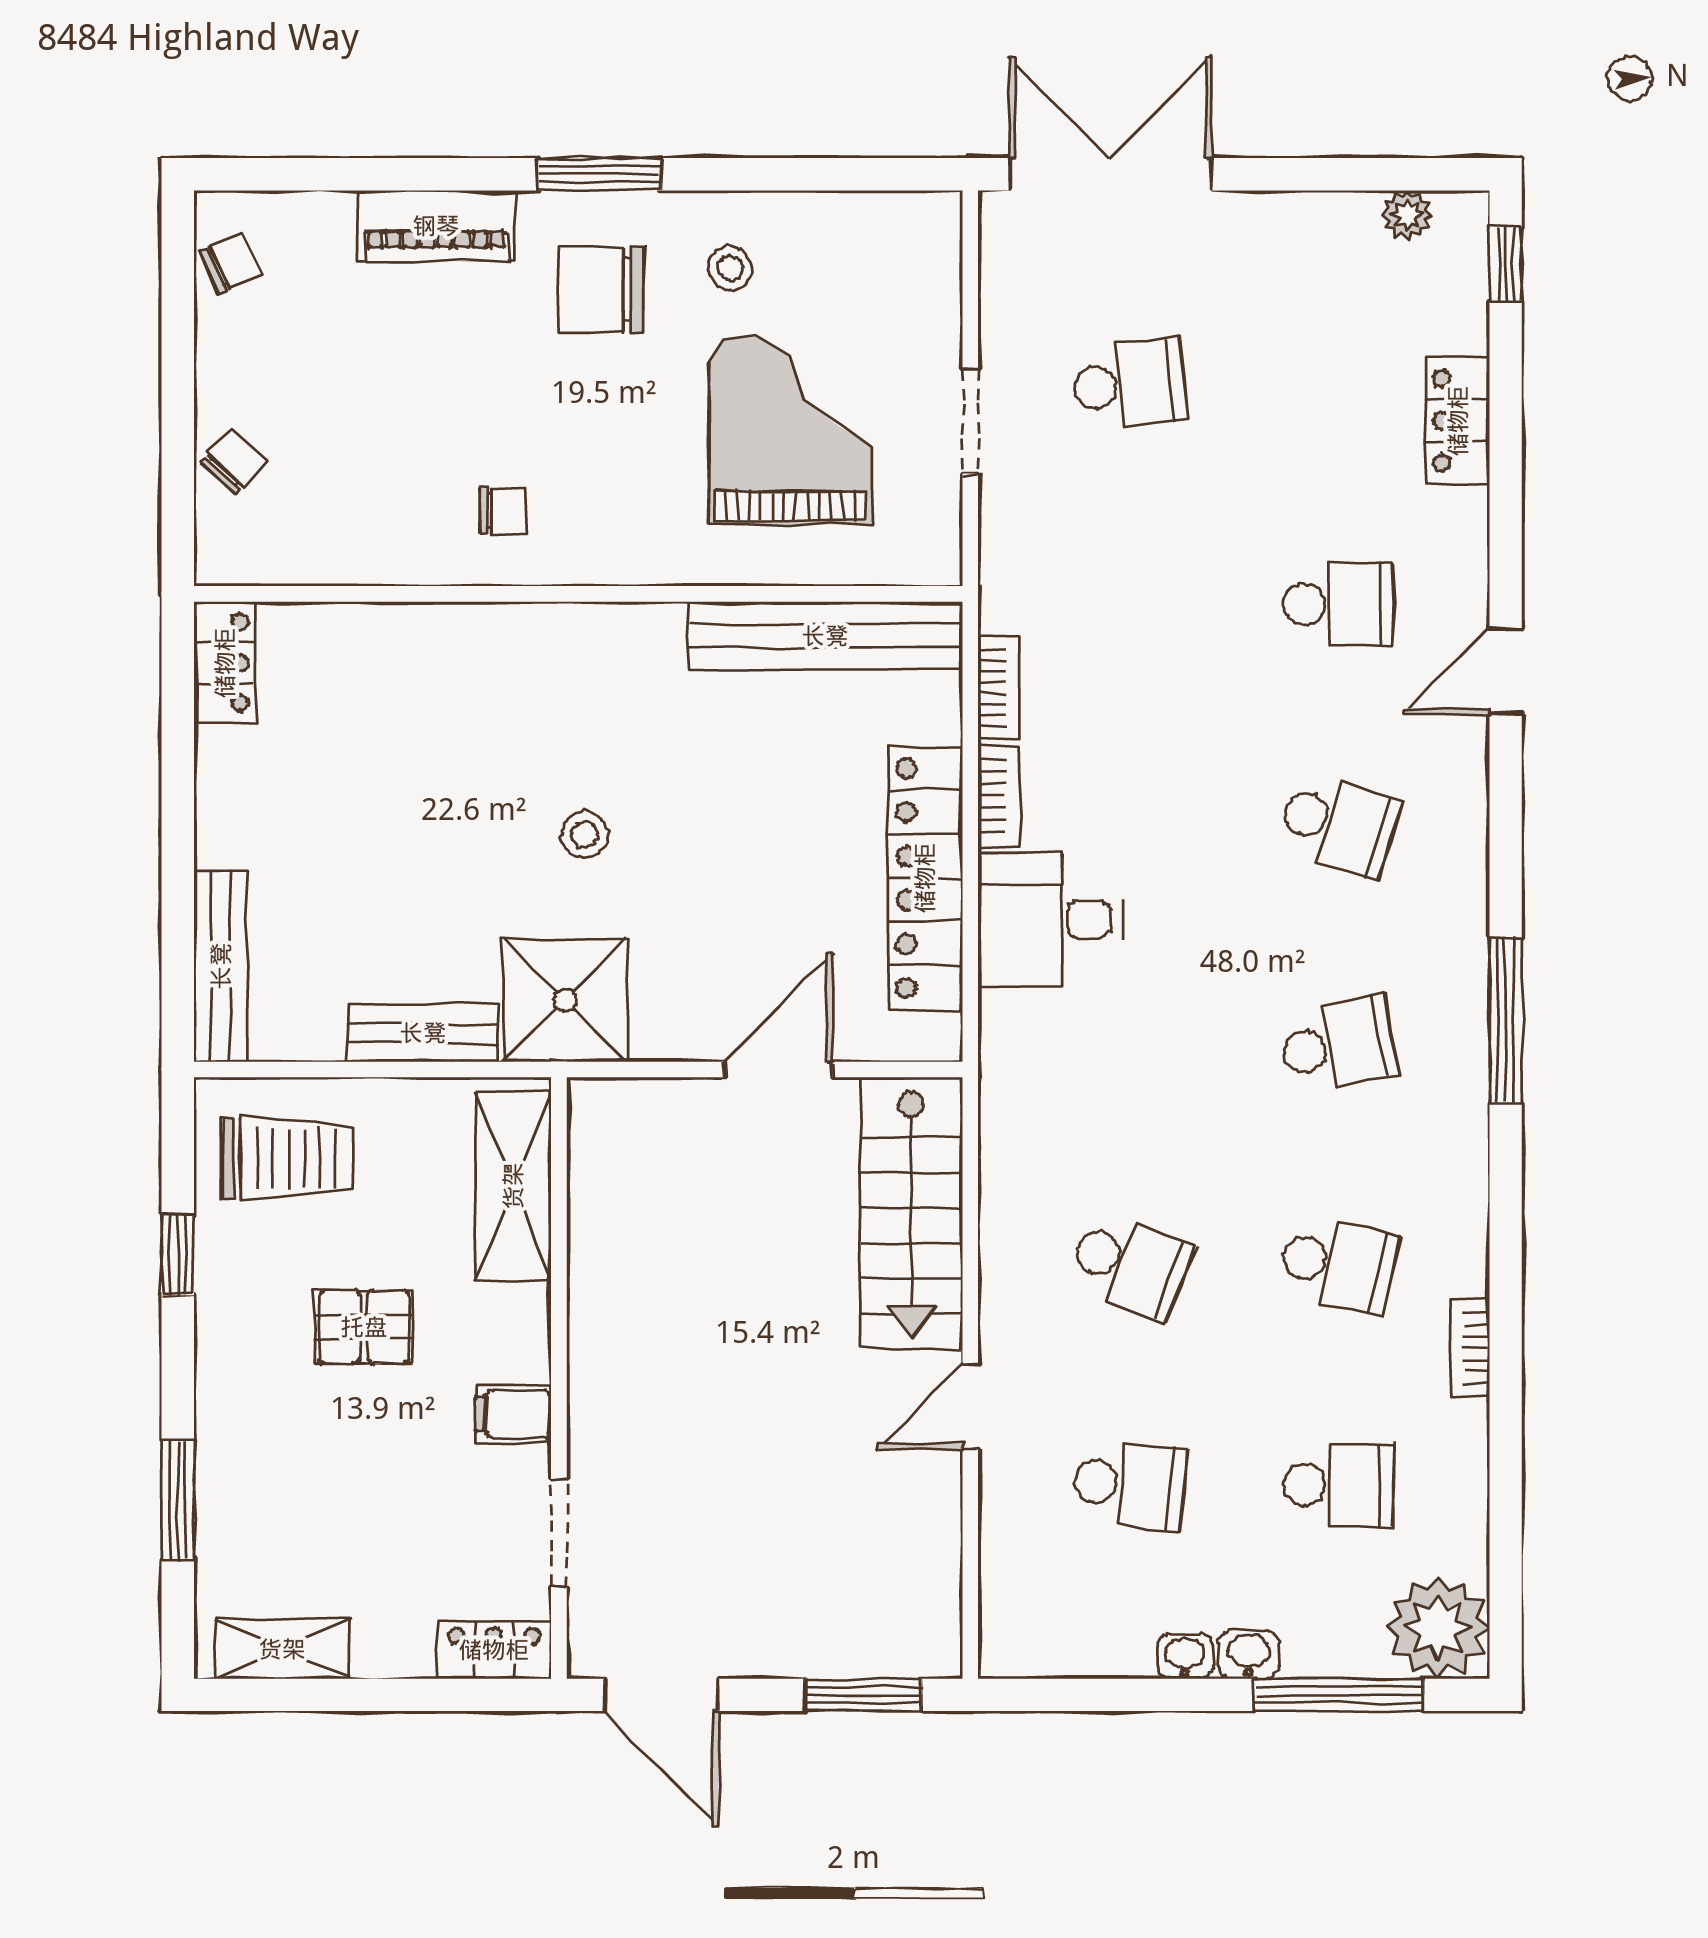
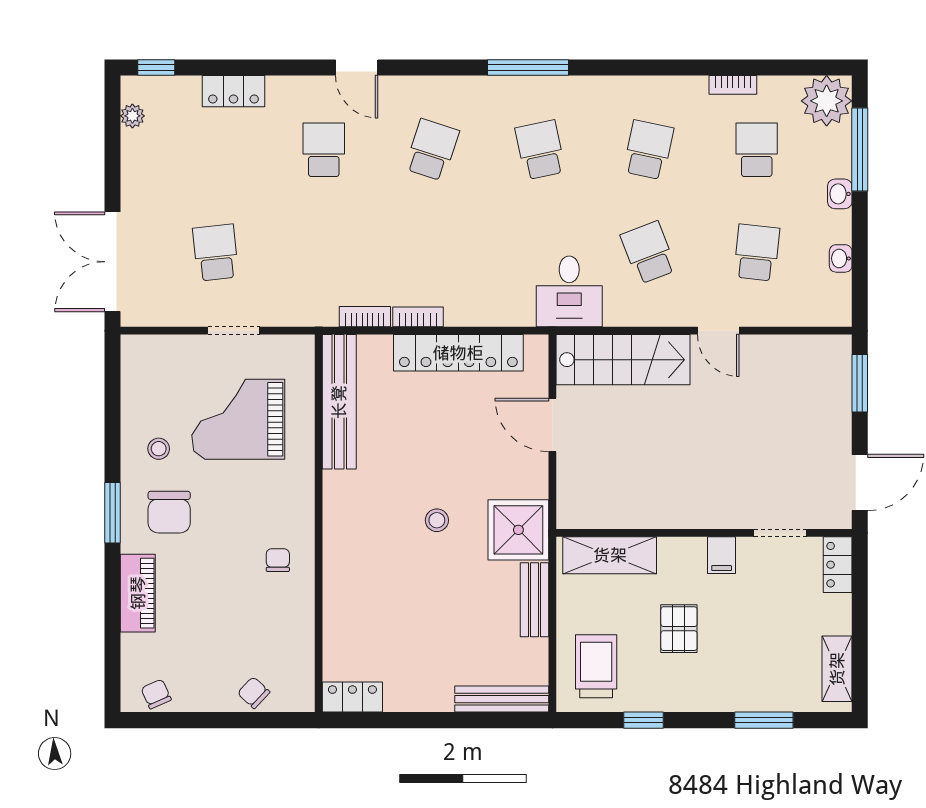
desk: (1050, 919) -> (569, 291), moved
school desk: (1129, 1265) -> (648, 253), turned -42
bookcase: (1470, 1348) -> (733, 85), moved
washbasin: (1185, 1656) -> (841, 258), moved

